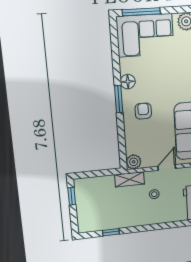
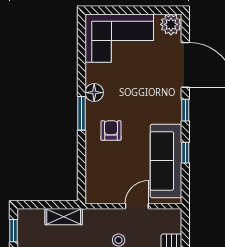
window: (141, 12) -> (116, 10), removed
plant: (134, 162) -> (95, 194), removed
shelving: (130, 179) -> (64, 217), moved

